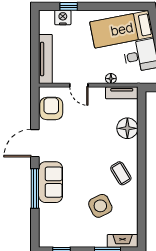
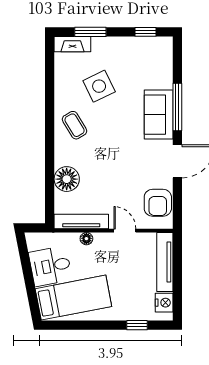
nightstand: (63, 17) -> (164, 303), moved, turned -90
tv unit: (122, 93) -> (81, 221), width x1.41

